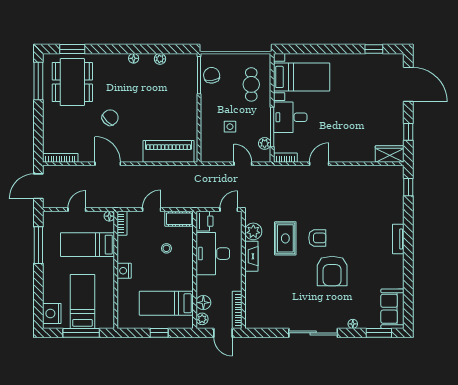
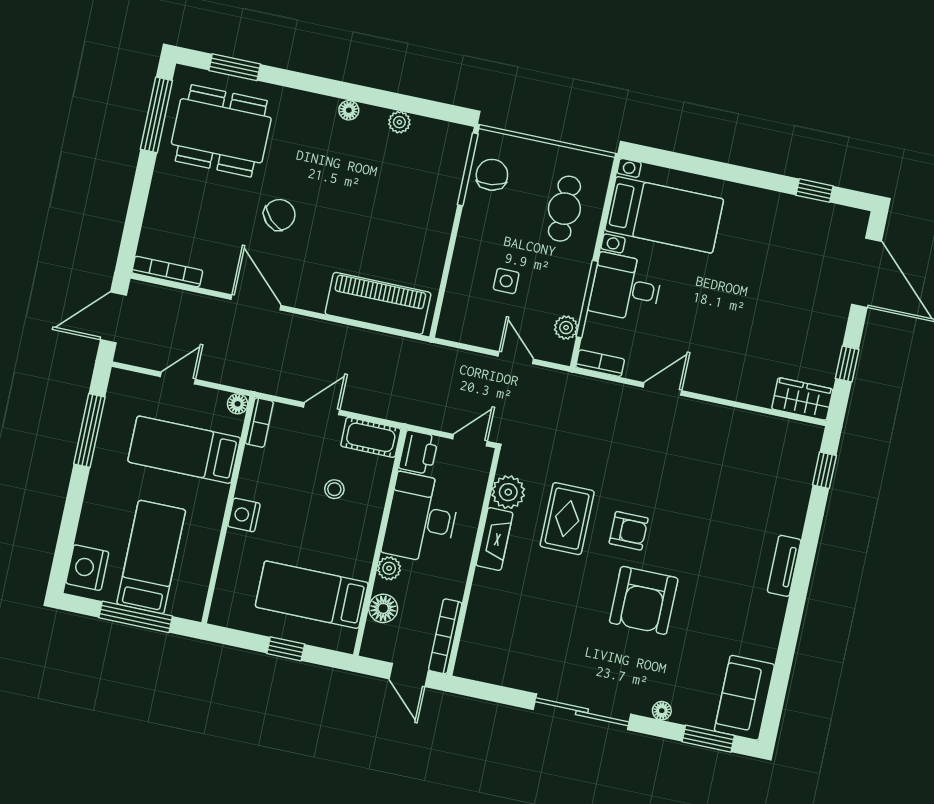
dining table: (72, 82) -> (221, 131), turned 90
plant: (202, 319) -> (389, 568), moved

